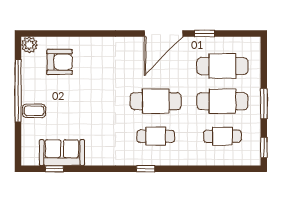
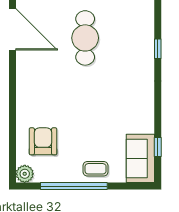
coffee table: (34, 111) -> (96, 169), turned 90
cafe table: (156, 136) -> (123, 38), removed
sofa: (62, 153) -> (140, 158), moved

